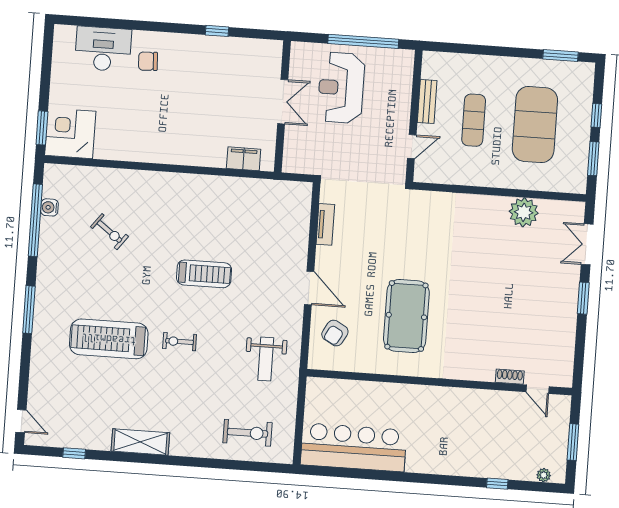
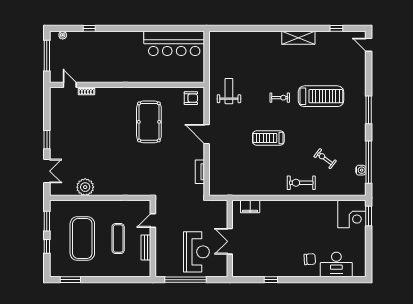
armchair: (335, 333) -> (191, 98), moved, turned 61
exercise bike: (248, 433) -> (301, 183), moved
window: (573, 442) -> (47, 56), width x1.44

